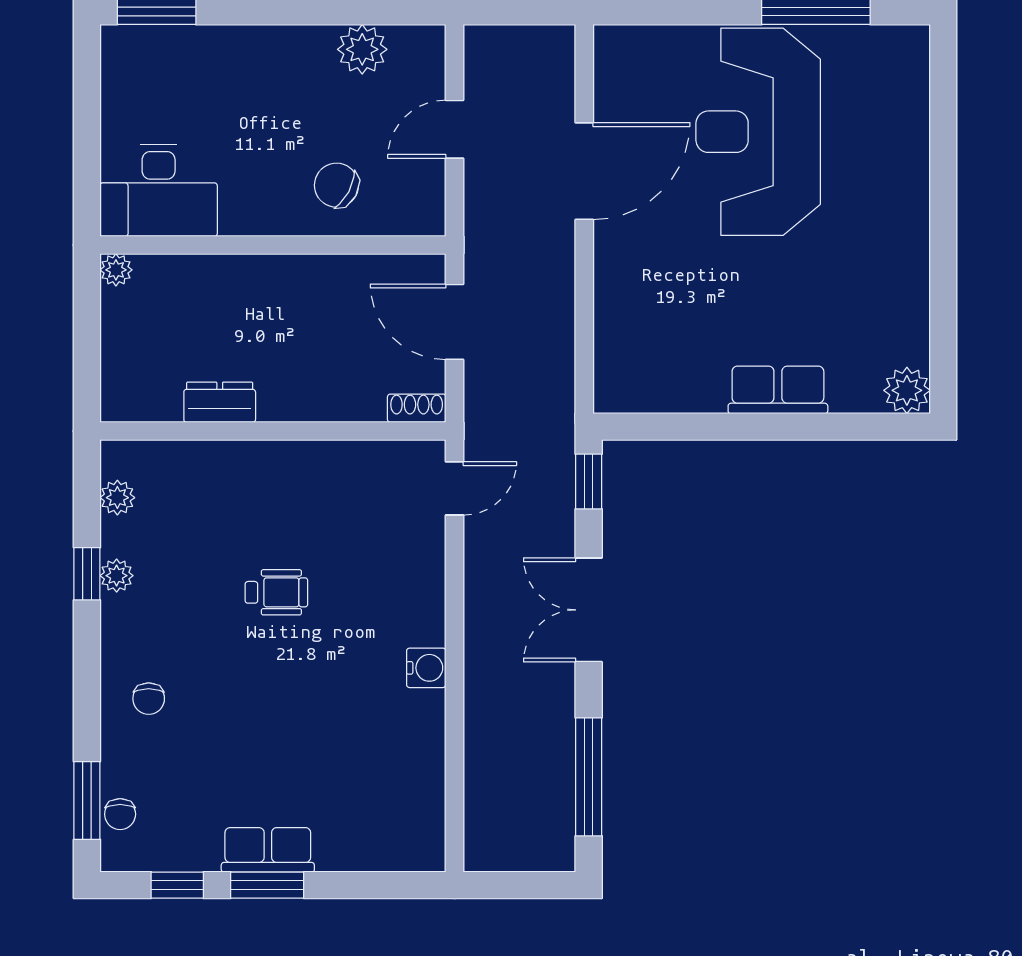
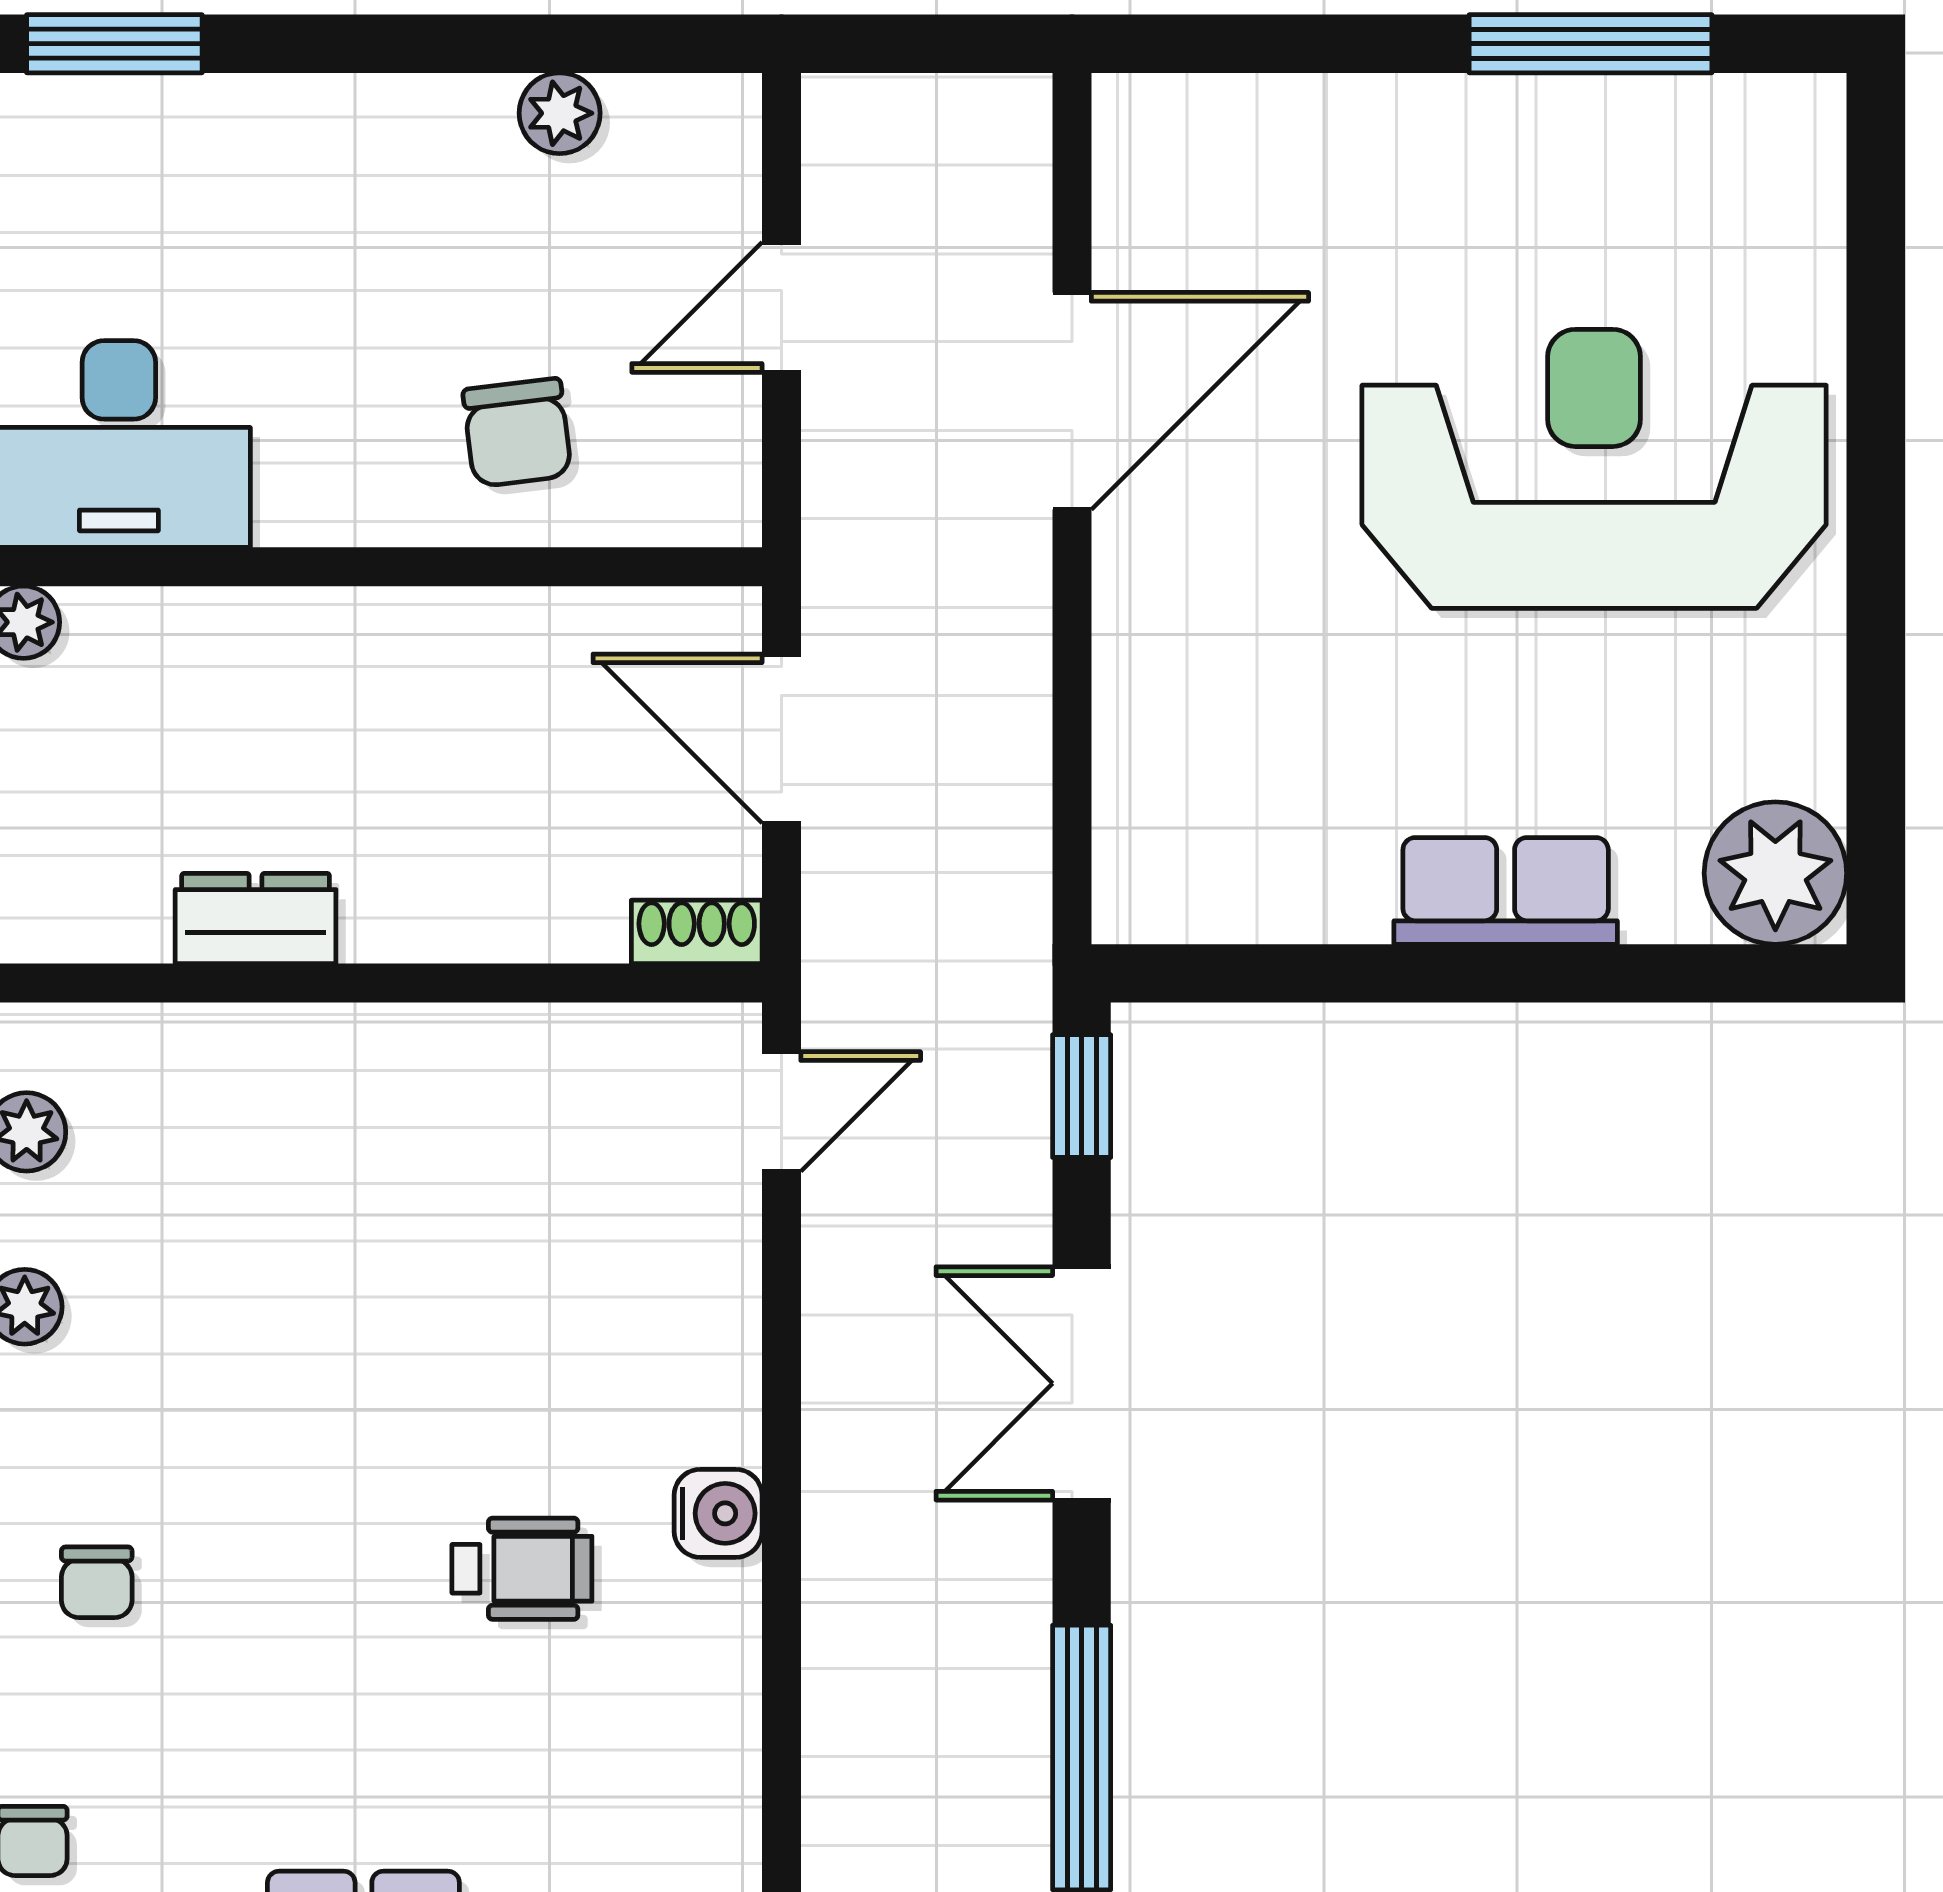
plant: (362, 49) -> (560, 113), width x0.73, depth x0.73
reception desk: (758, 132) -> (1594, 469), moved, turned 90
chair: (336, 185) -> (517, 433), turned -125
plant: (907, 390) -> (1775, 873), width x1.36, depth x1.36
wheelchair: (276, 592) -> (522, 1569), moved

